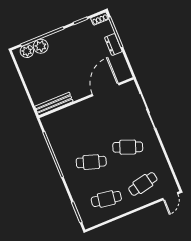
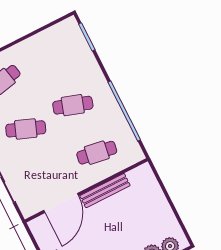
bench: (54, 104) -> (105, 191), moved
cafe table: (106, 199) -> (97, 153), moved

